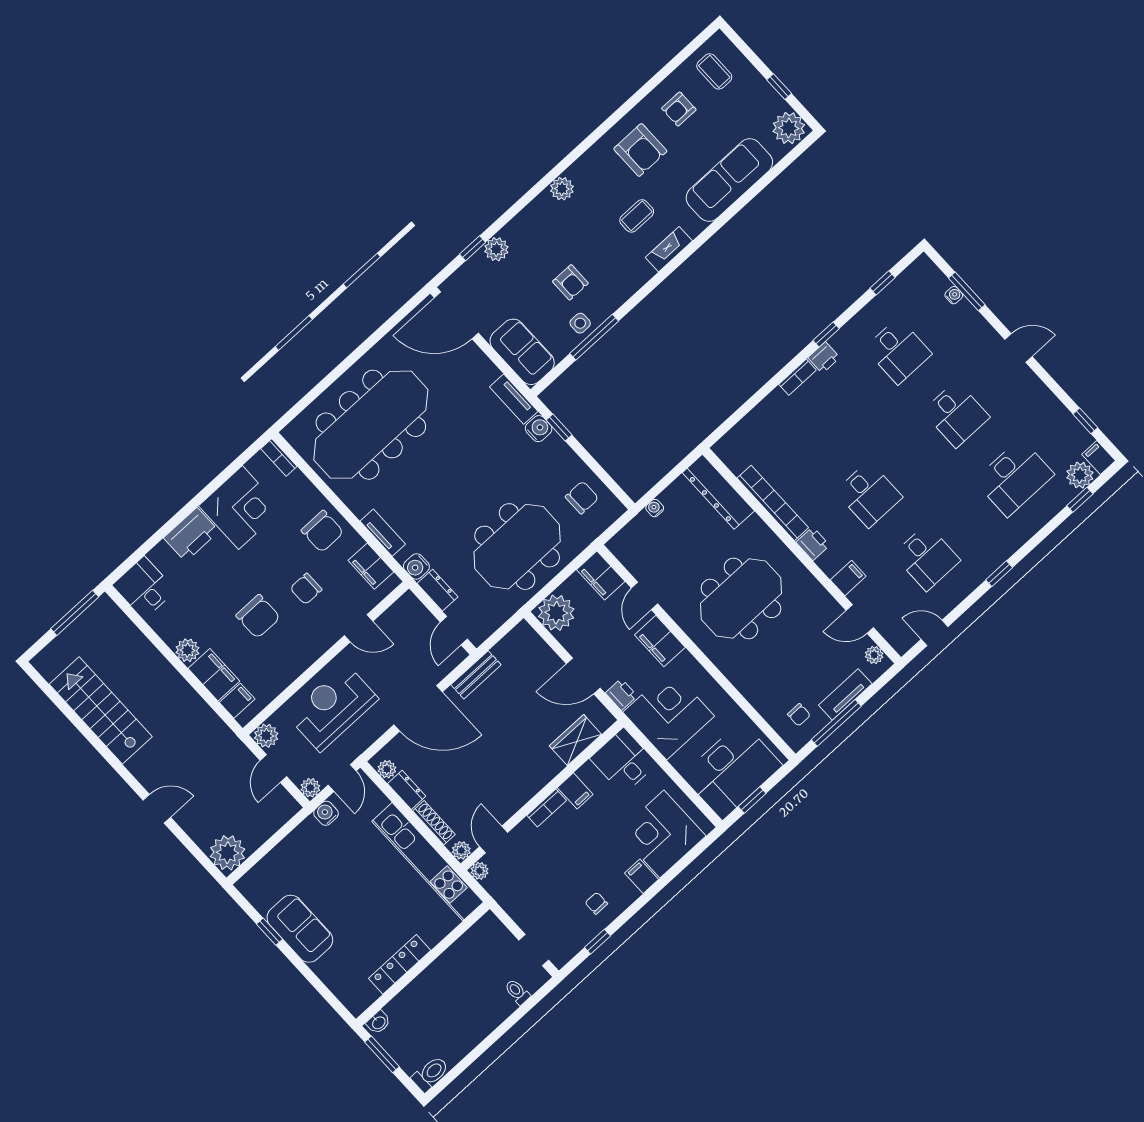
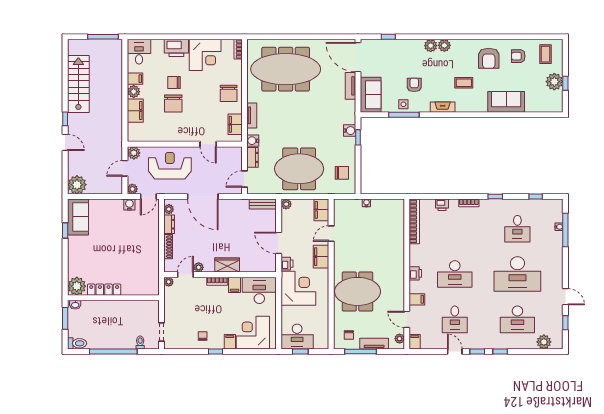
plant: (789, 128) -> (554, 82), moved
sofa: (729, 180) -> (506, 102), width x0.73
plant: (496, 249) -> (431, 46), moved
fireplace: (669, 249) -> (443, 107), moved
armchair: (570, 282) -> (414, 85), turned 180
window: (967, 291) -> (565, 230), width x1.44
door: (1019, 348) -> (565, 297), moved
printer: (824, 358) -> (442, 205), moved
tv unit: (514, 399) -> (350, 86), moved
desk: (956, 414) -> (517, 274), width x1.87, depth x1.30
filing cabinet: (1099, 458) -> (415, 342), moved
dresser: (718, 492) -> (397, 219), removed
desk: (869, 494) -> (455, 274), width x1.37
window: (1080, 500) -> (500, 351), moved
bookcase: (773, 503) -> (414, 221), moved
chair: (306, 589) -> (174, 82), moved
meeting table: (741, 598) -> (358, 291), moved
plant: (556, 613) -> (286, 204), width x0.53, depth x0.53
door: (934, 633) -> (455, 351), moved
bench: (476, 675) -> (263, 204), moved
filing cabinet: (237, 701) -> (135, 79), moved
wardrobe: (575, 740) -> (227, 265), moved
desk: (623, 761) -> (259, 290), width x1.37
desk: (732, 770) -> (297, 337), width x0.73, depth x0.77
window: (127, 776) -> (65, 119), added
plant: (461, 850) -> (199, 267), moved
kitchen unit: (428, 862) -> (152, 260), removed
sofa: (300, 929) -> (78, 217), moved
window: (598, 942) -> (216, 351), moved
plant: (357, 994) -> (77, 286), added
window: (491, 1039) -> (113, 351), added

